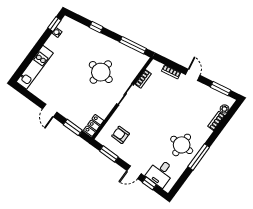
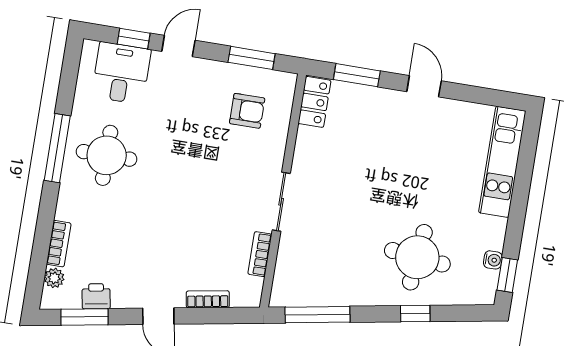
round table: (101, 72) -> (417, 257), moved
printer: (212, 94) -> (96, 296), added

